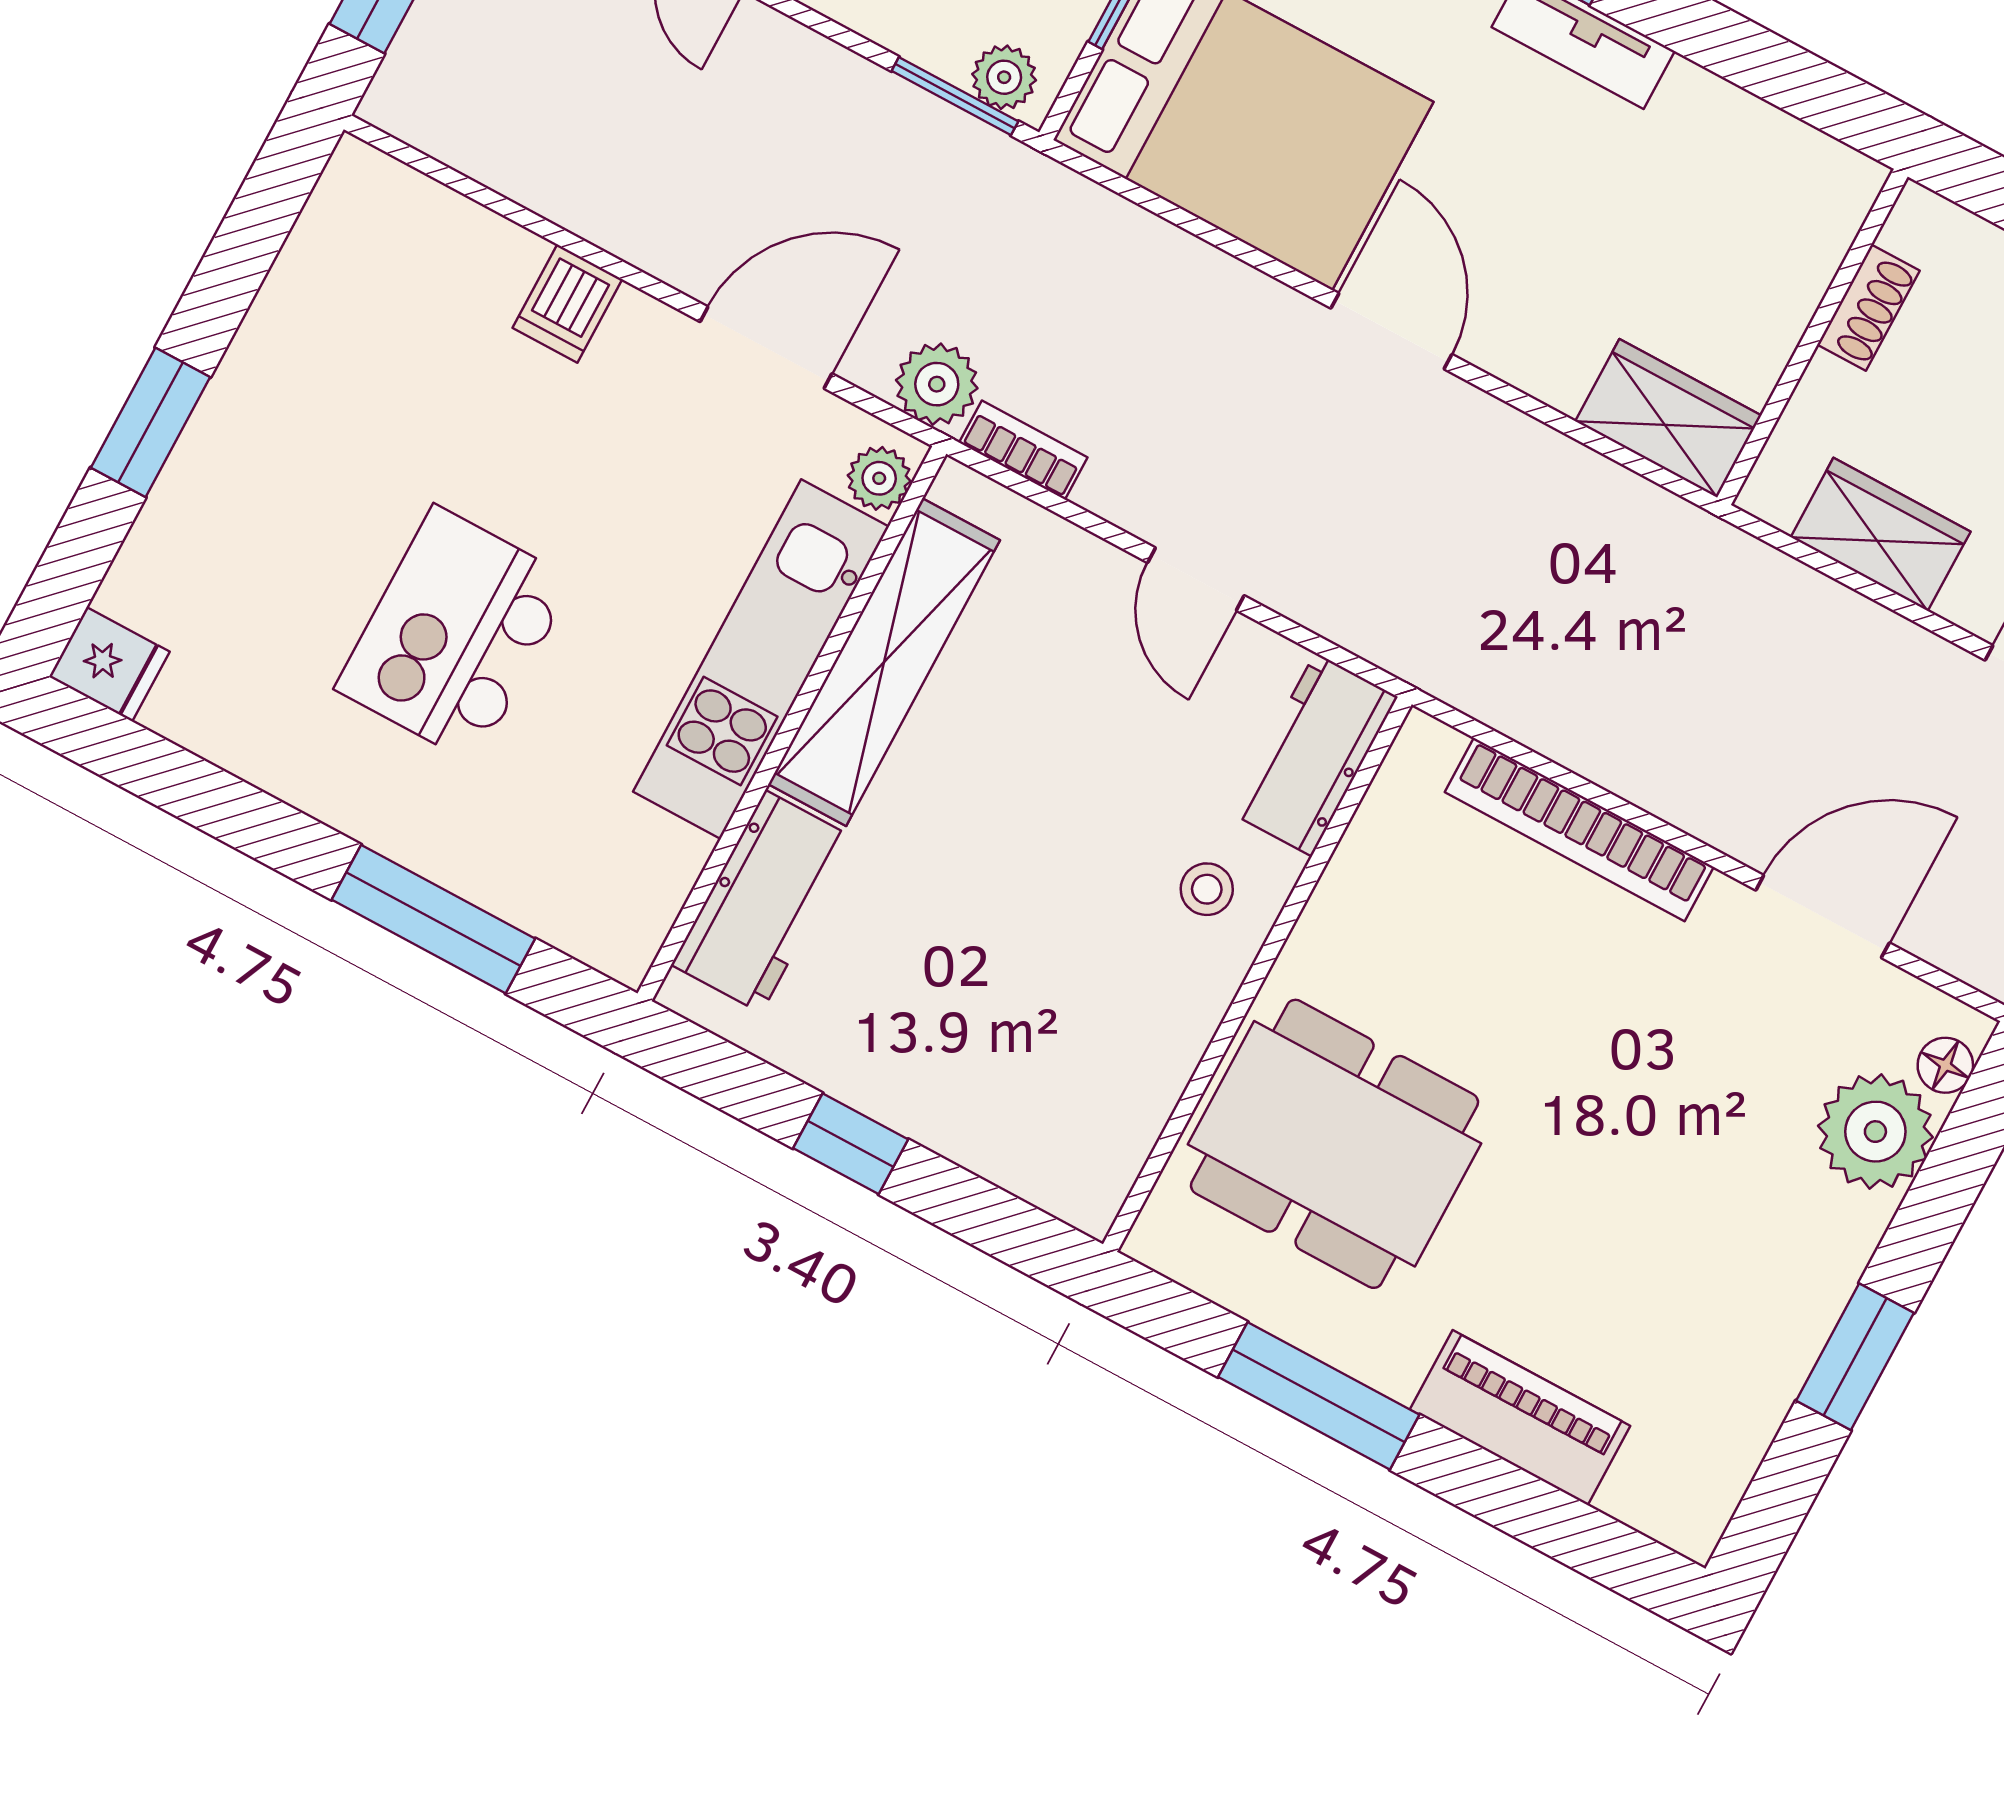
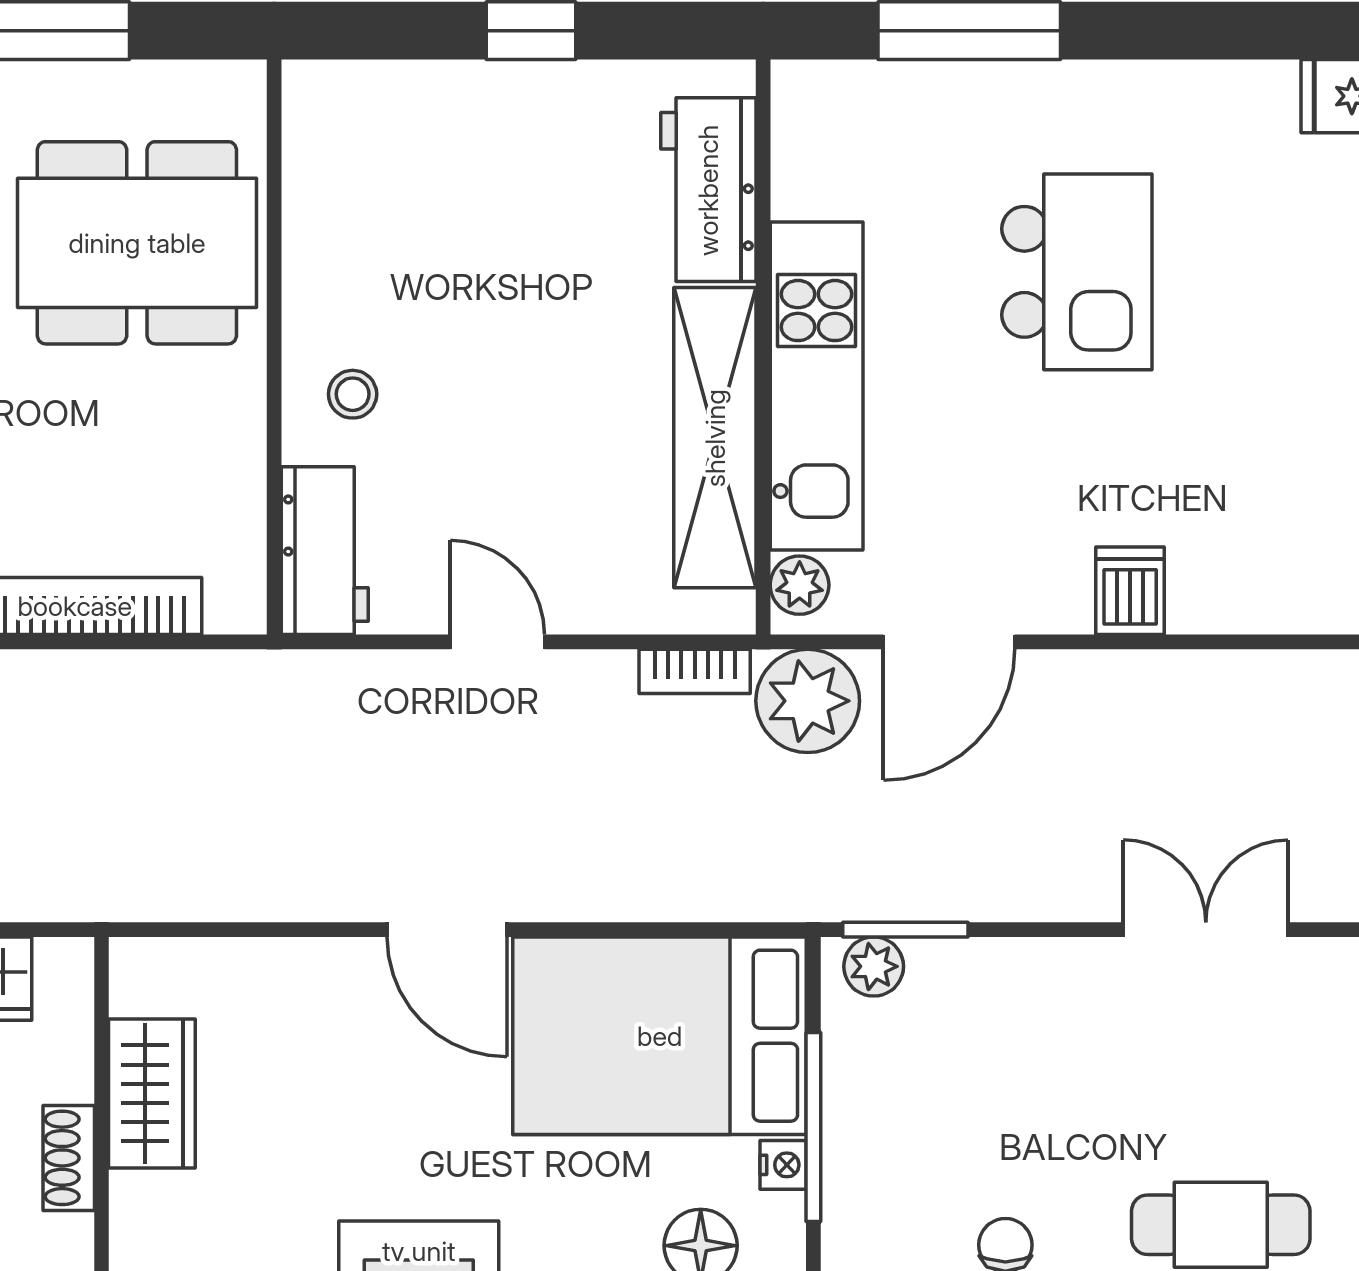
plant: (937, 384) -> (808, 701), width x1.36, depth x1.36
wardrobe: (1668, 418) -> (152, 1093), moved, turned -90

